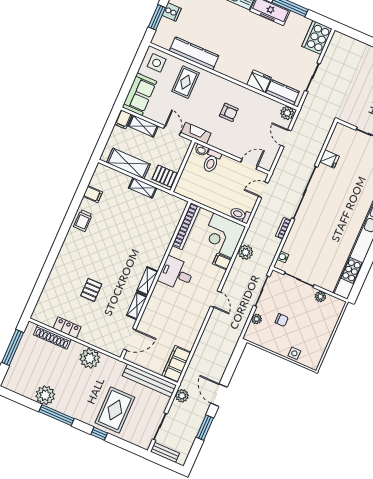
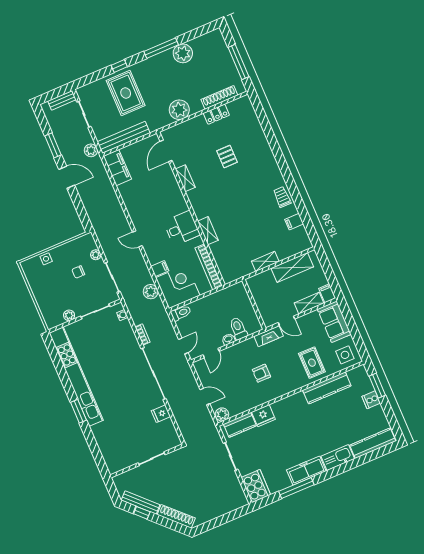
washbasin: (202, 150) -> (228, 339), moved
pallet: (165, 176) -> (259, 285), removed
shelving: (147, 281) -> (208, 231), moved

